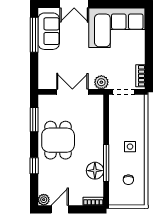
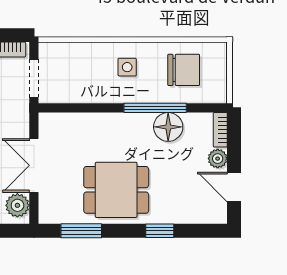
plant: (101, 82) -> (17, 205), moved
chair: (128, 180) -> (184, 70), width x1.87, depth x1.87
plant: (44, 200) -> (218, 159), moved

